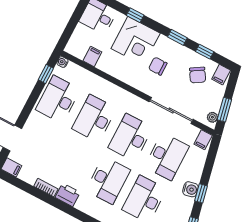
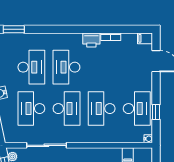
window: (46, 74) -> (156, 112), moved
desk: (94, 118) -> (102, 109), turned 180
filing cabinet: (203, 140) -> (10, 136), removed

